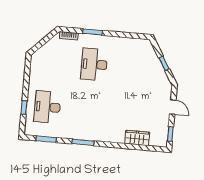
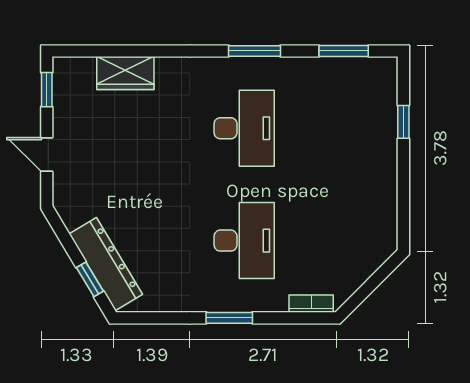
window: (93, 32) -> (229, 318), moved
dresser: (152, 60) -> (106, 264), added
window: (164, 63) -> (90, 279), moved
desk: (47, 107) -> (244, 128), moved

